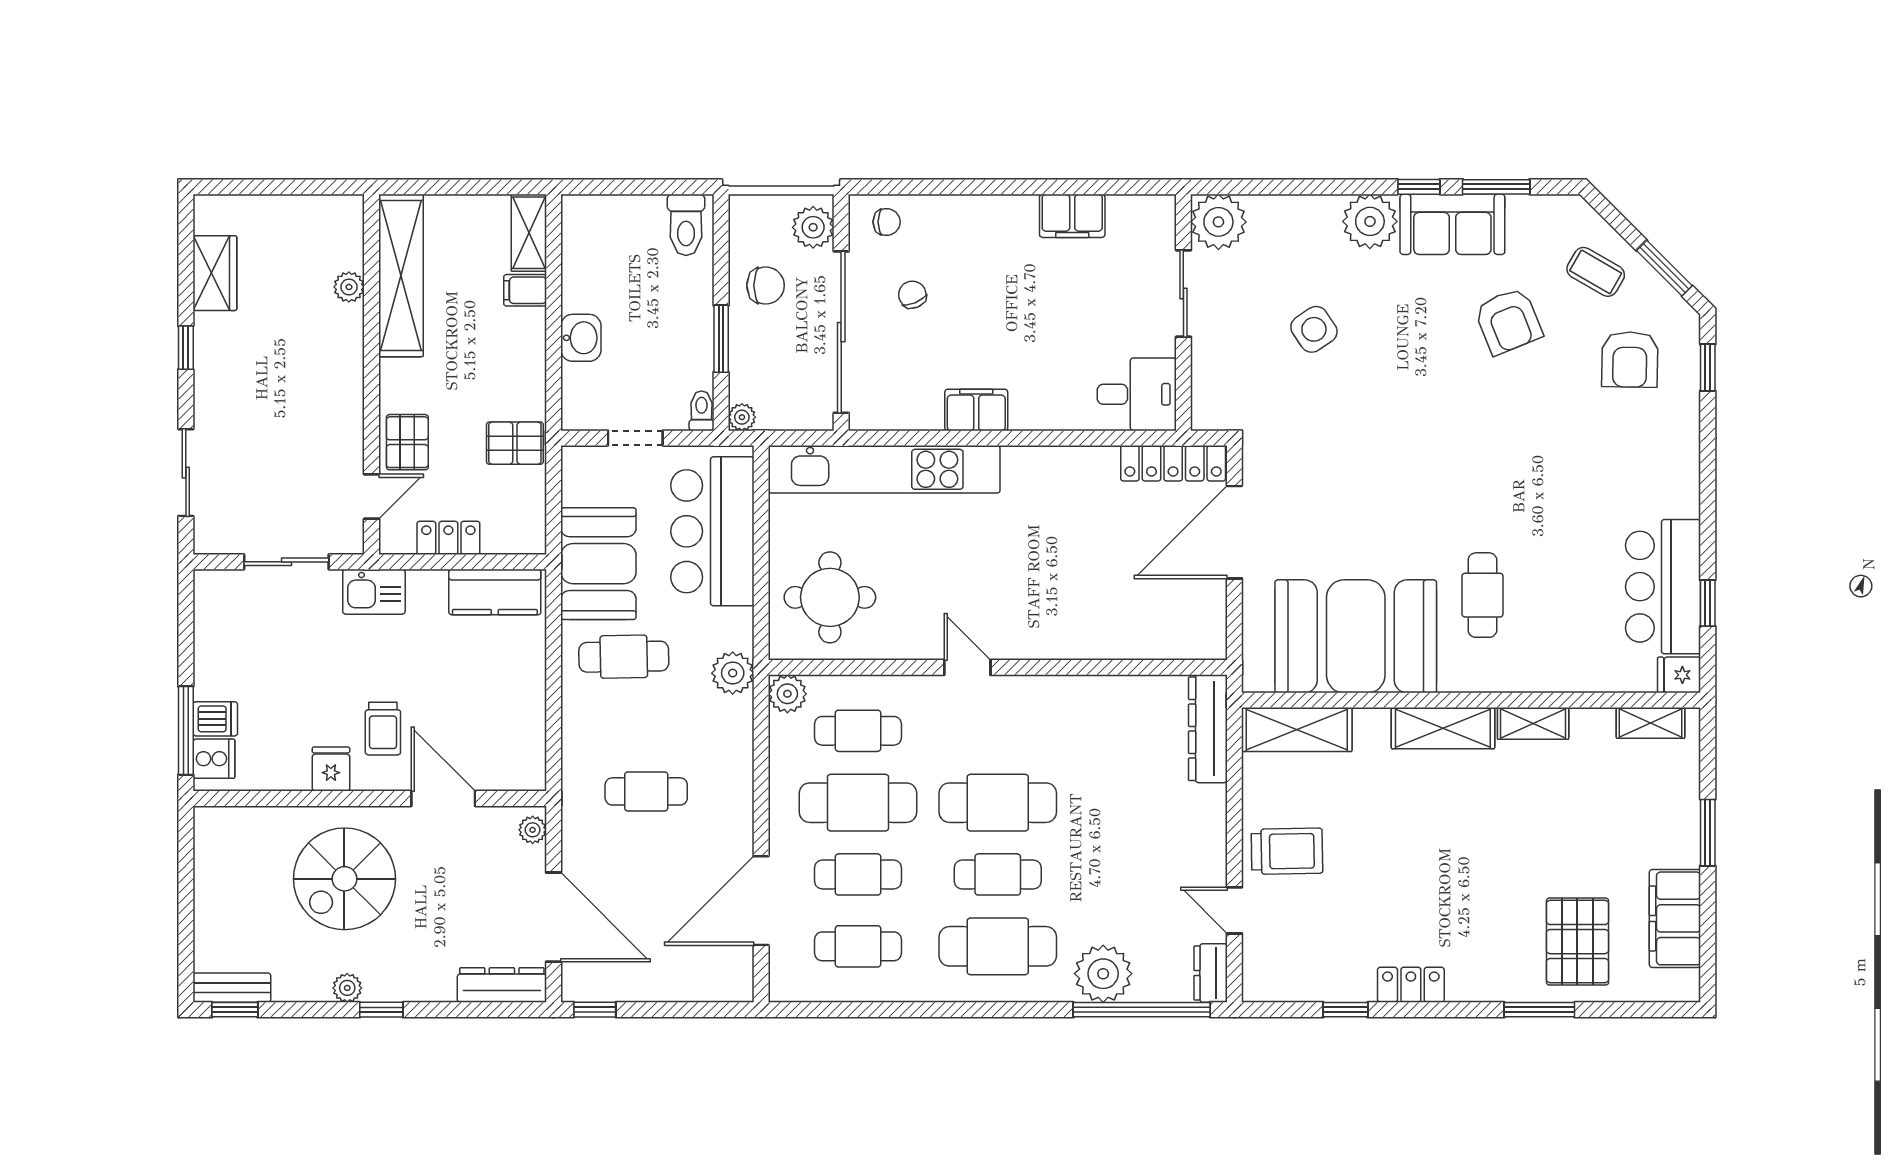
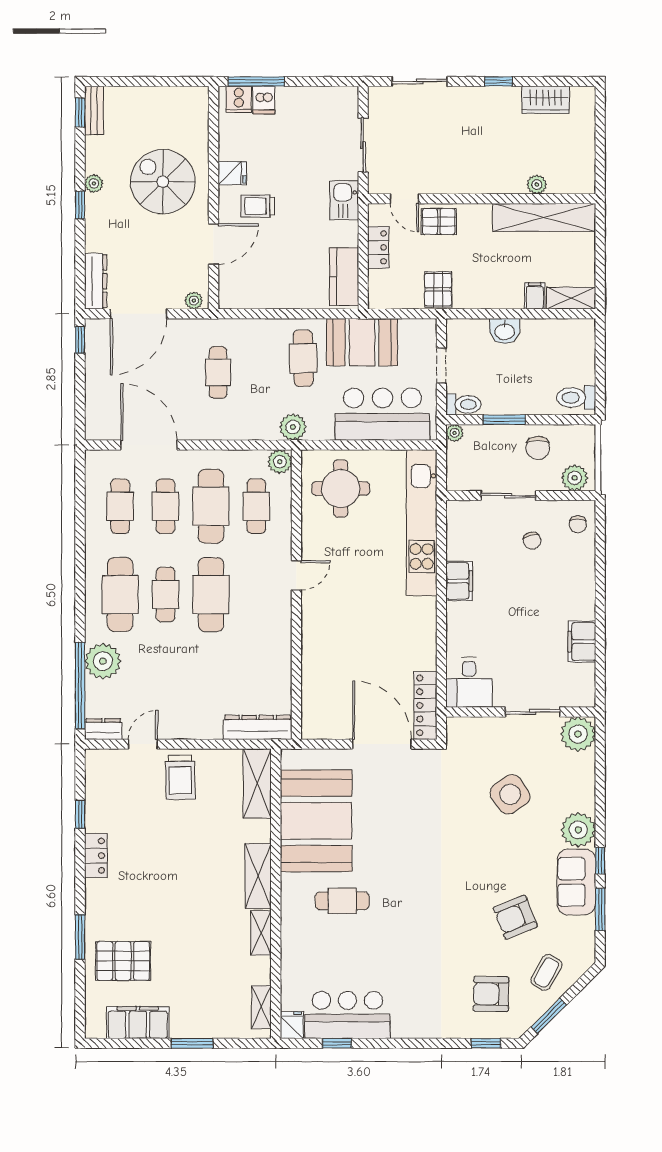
chair: (912, 295) -> (532, 541), turned 96
side table: (1314, 329) -> (510, 794), width x1.37, depth x1.37
sliding door: (841, 332) -> (508, 496), width x0.54
toilet: (701, 411) -> (463, 404), width x1.37, depth x1.39

